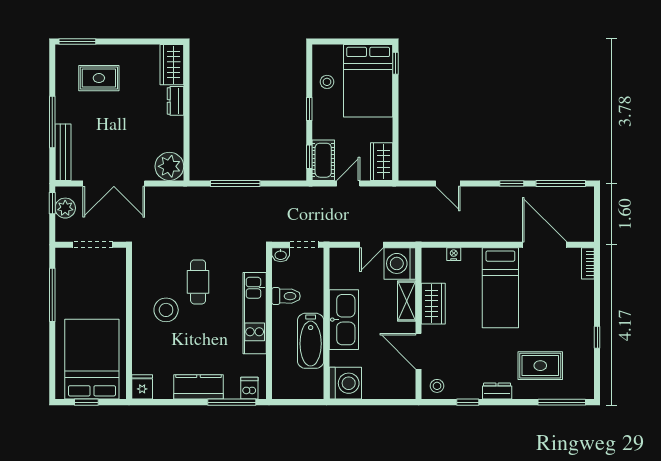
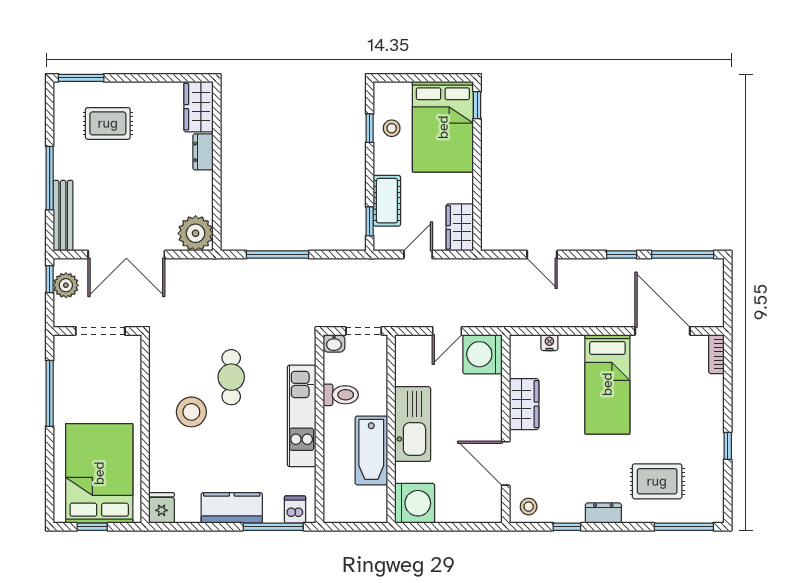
window: (309, 109) -> (370, 128), moved
cot: (323, 160) -> (387, 201), moved
shelving: (407, 301) -> (491, 401), removed

